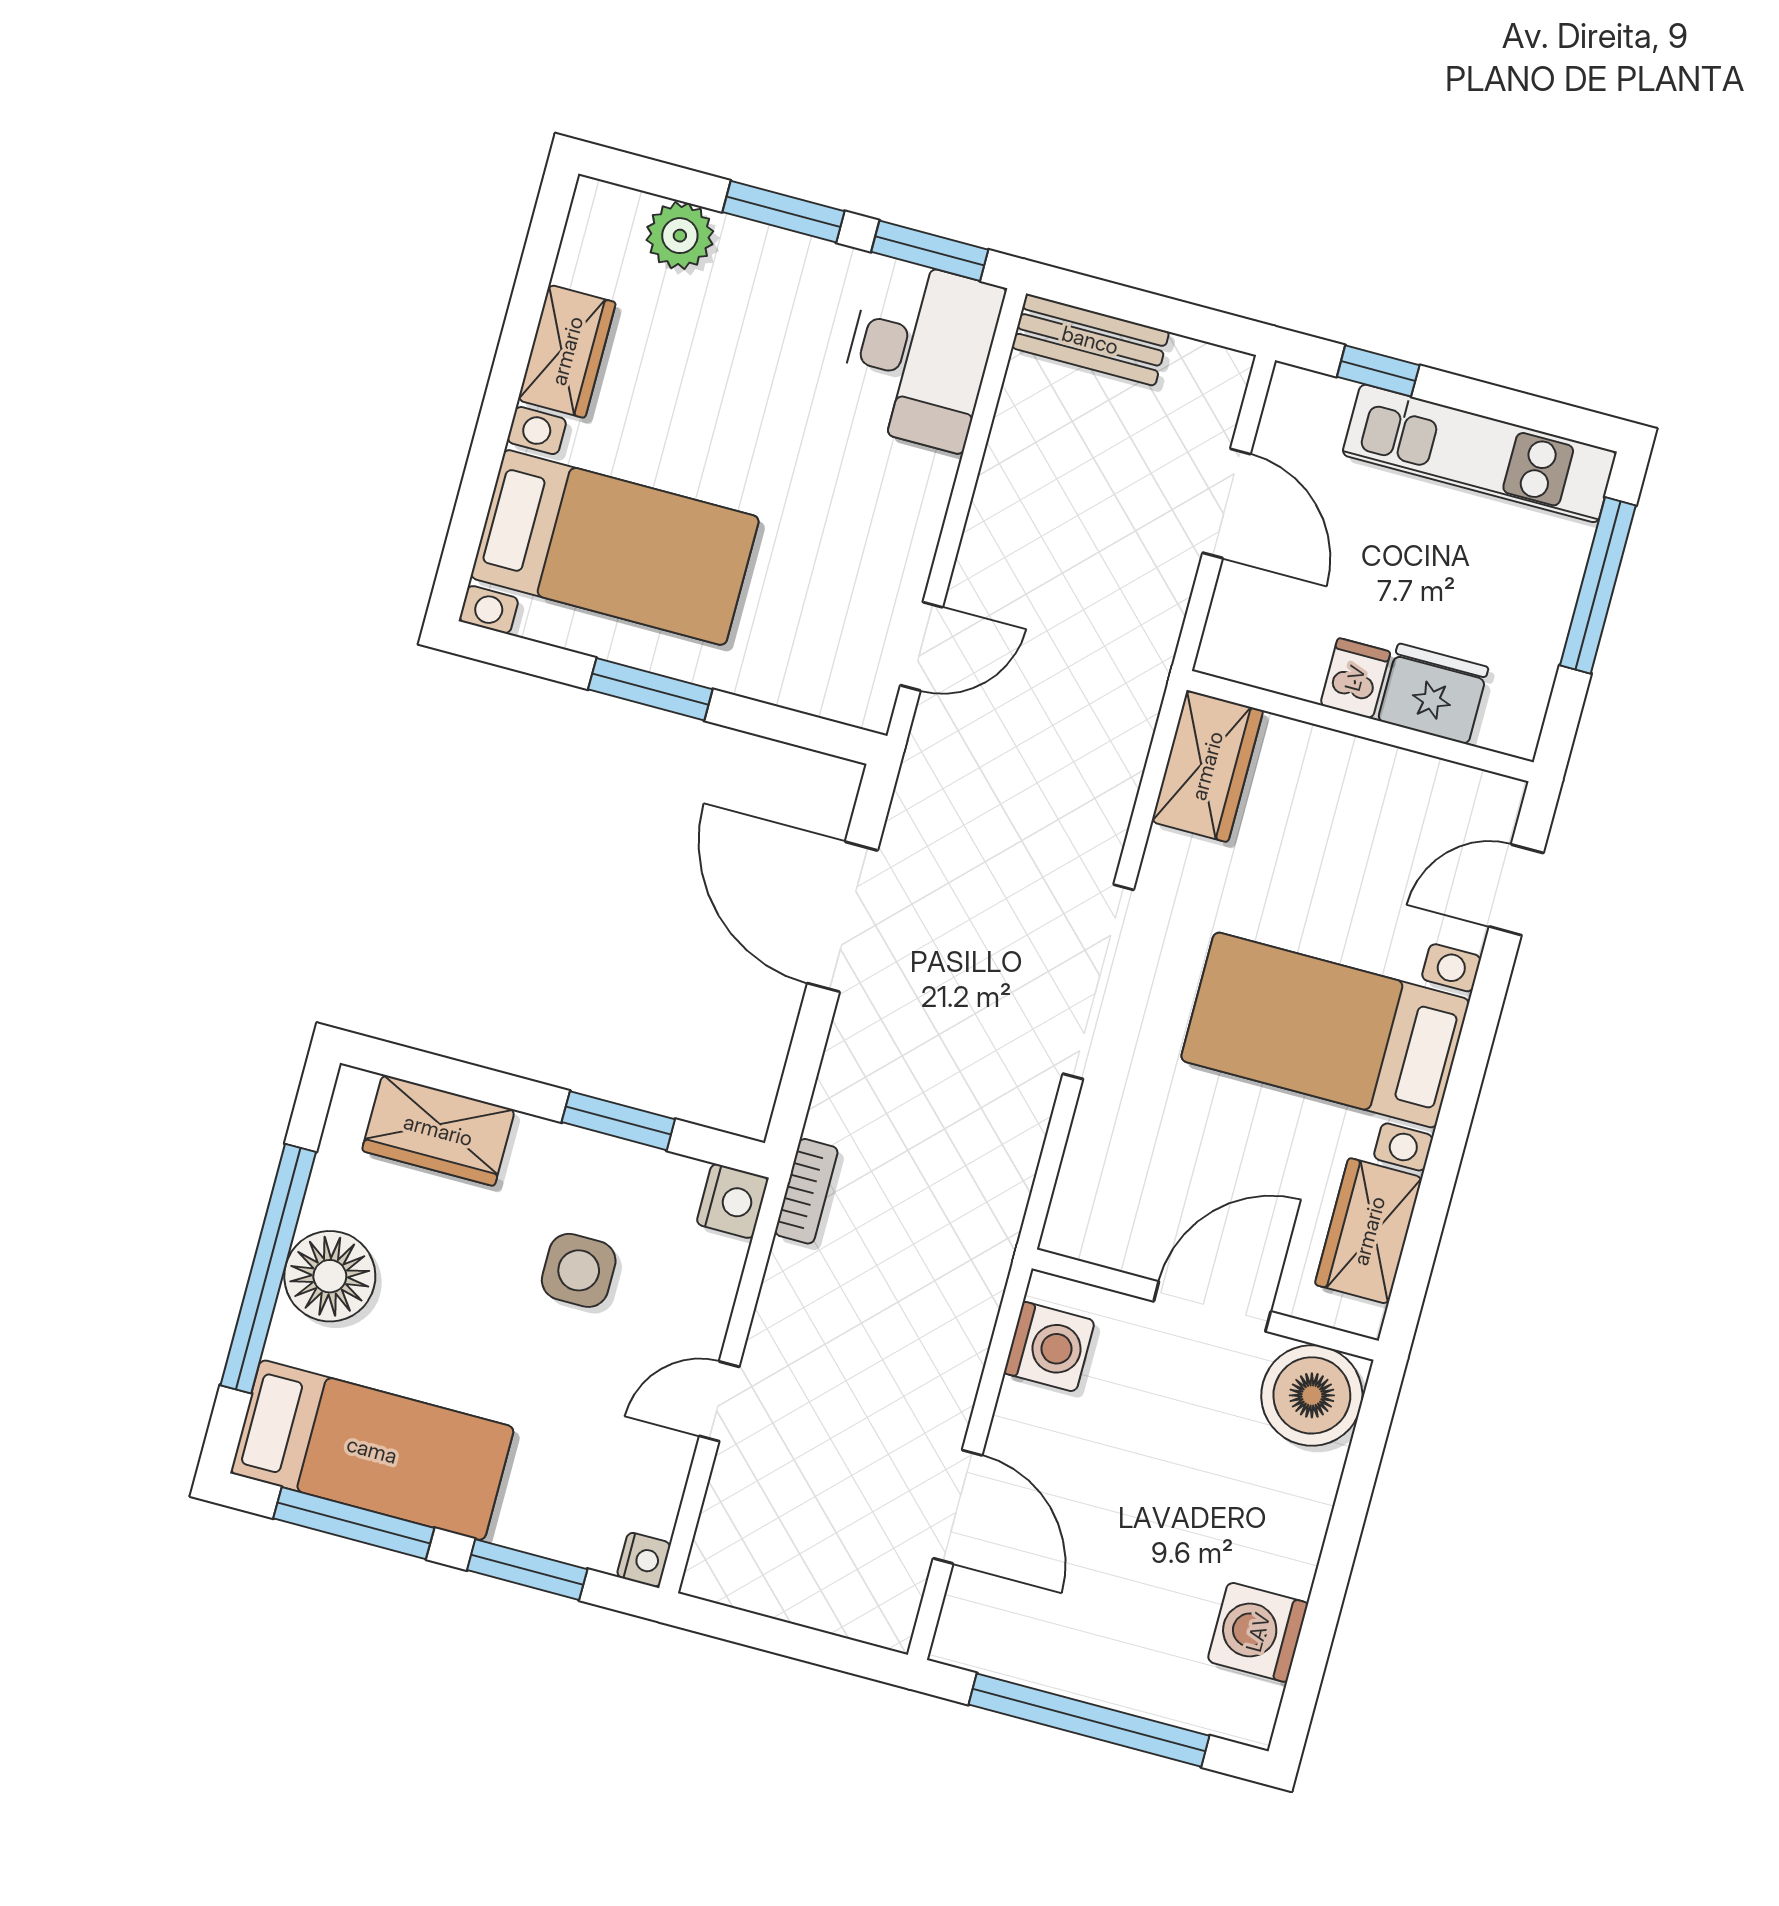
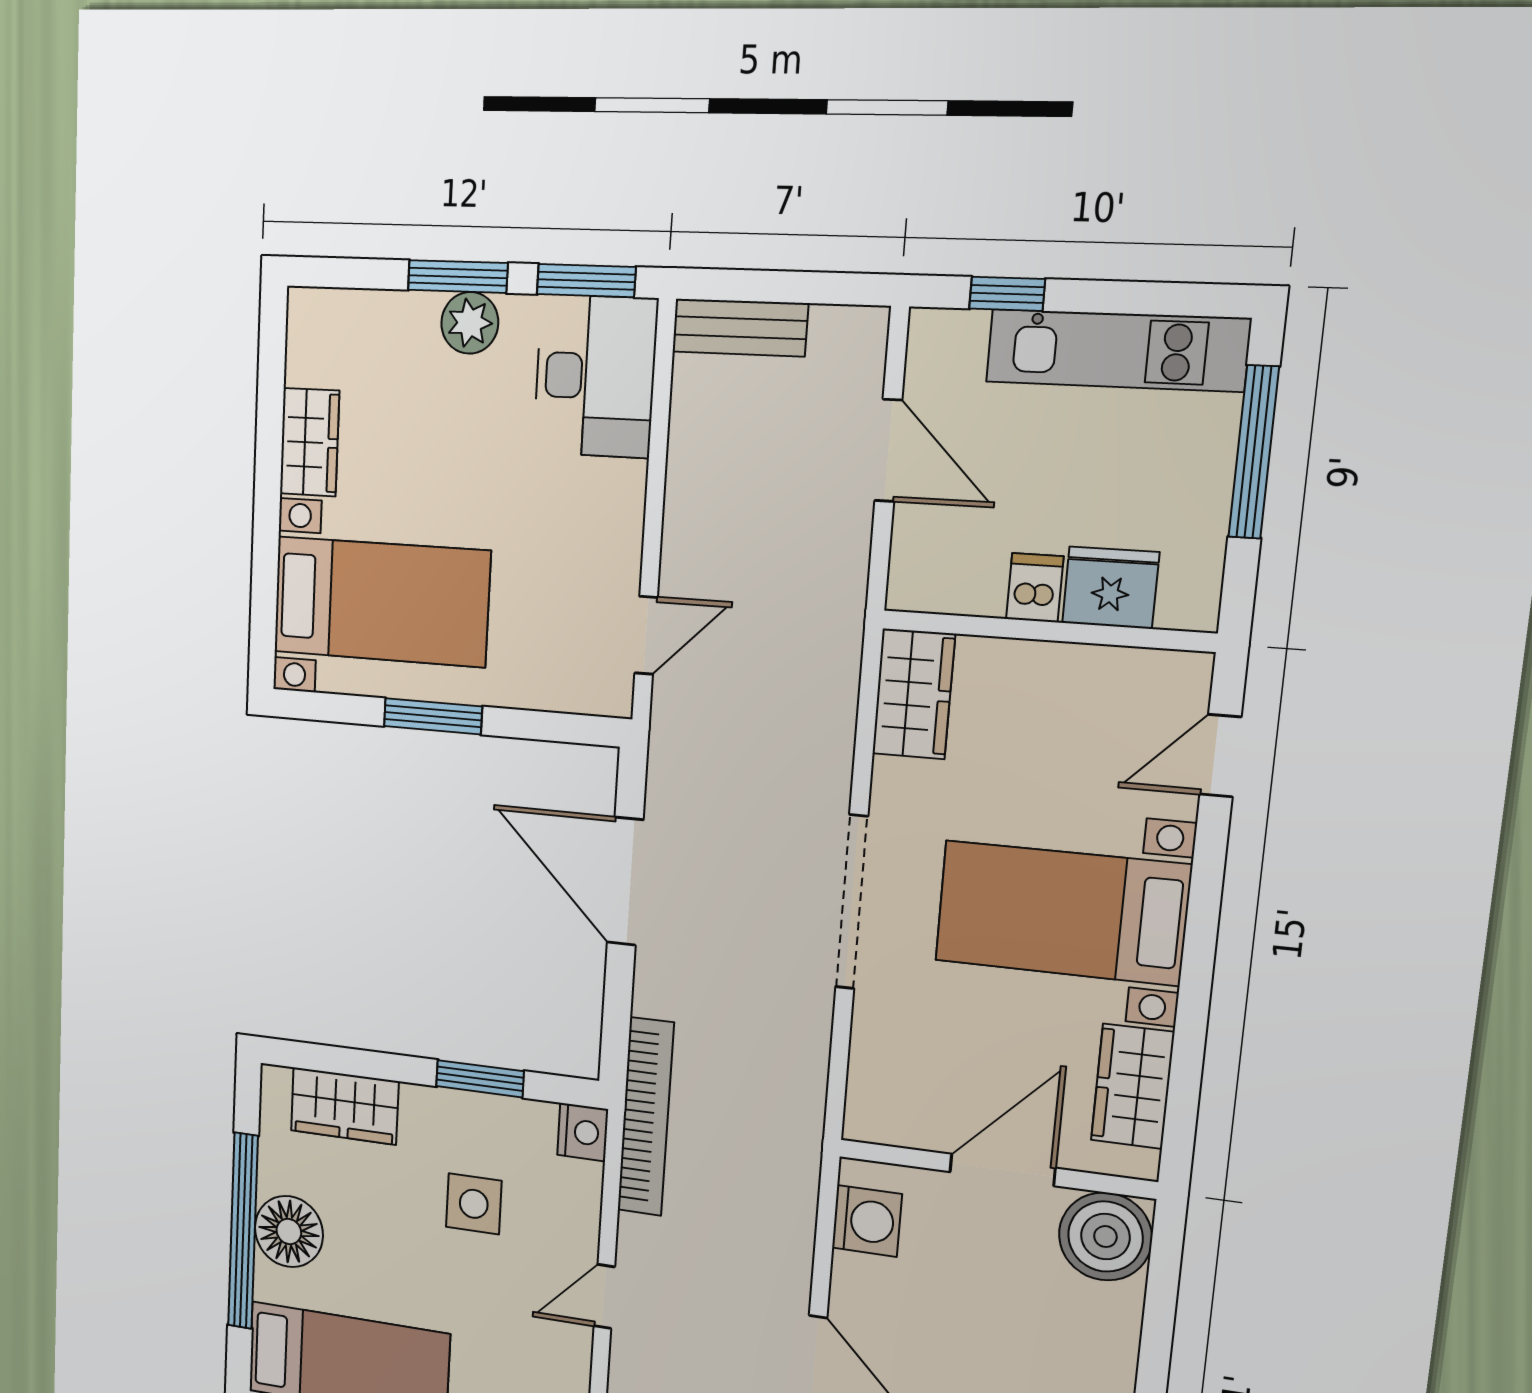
plant: (680, 236) -> (470, 323), moved
bookcase: (806, 1191) -> (646, 1117), width x2.31, depth x1.31

